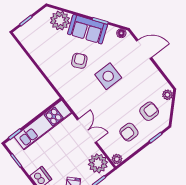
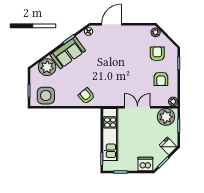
armchair: (79, 61) -> (86, 96), moved
side table: (108, 76) -> (46, 96), moved

